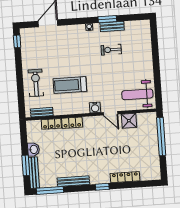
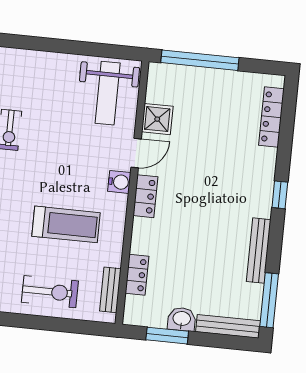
exercise bike: (36, 83) -> (50, 292), turned 180
treadmill: (70, 85) -> (66, 224), turned -90
locker: (72, 123) -> (145, 196), moved
window: (26, 165) -> (167, 336), moved
locker: (125, 177) -> (271, 117), moved

